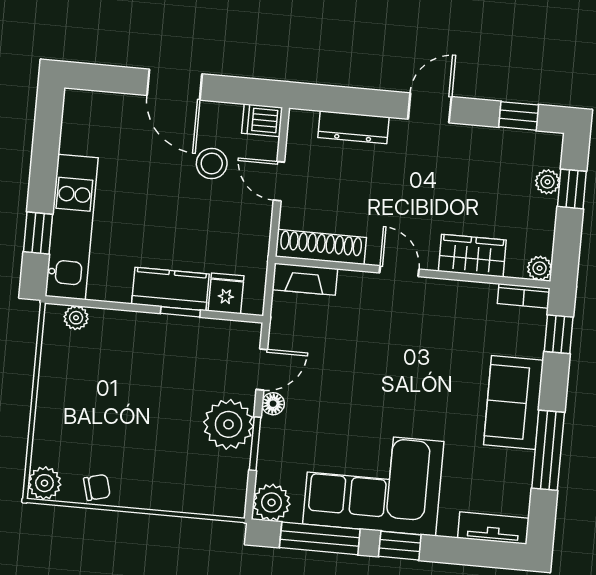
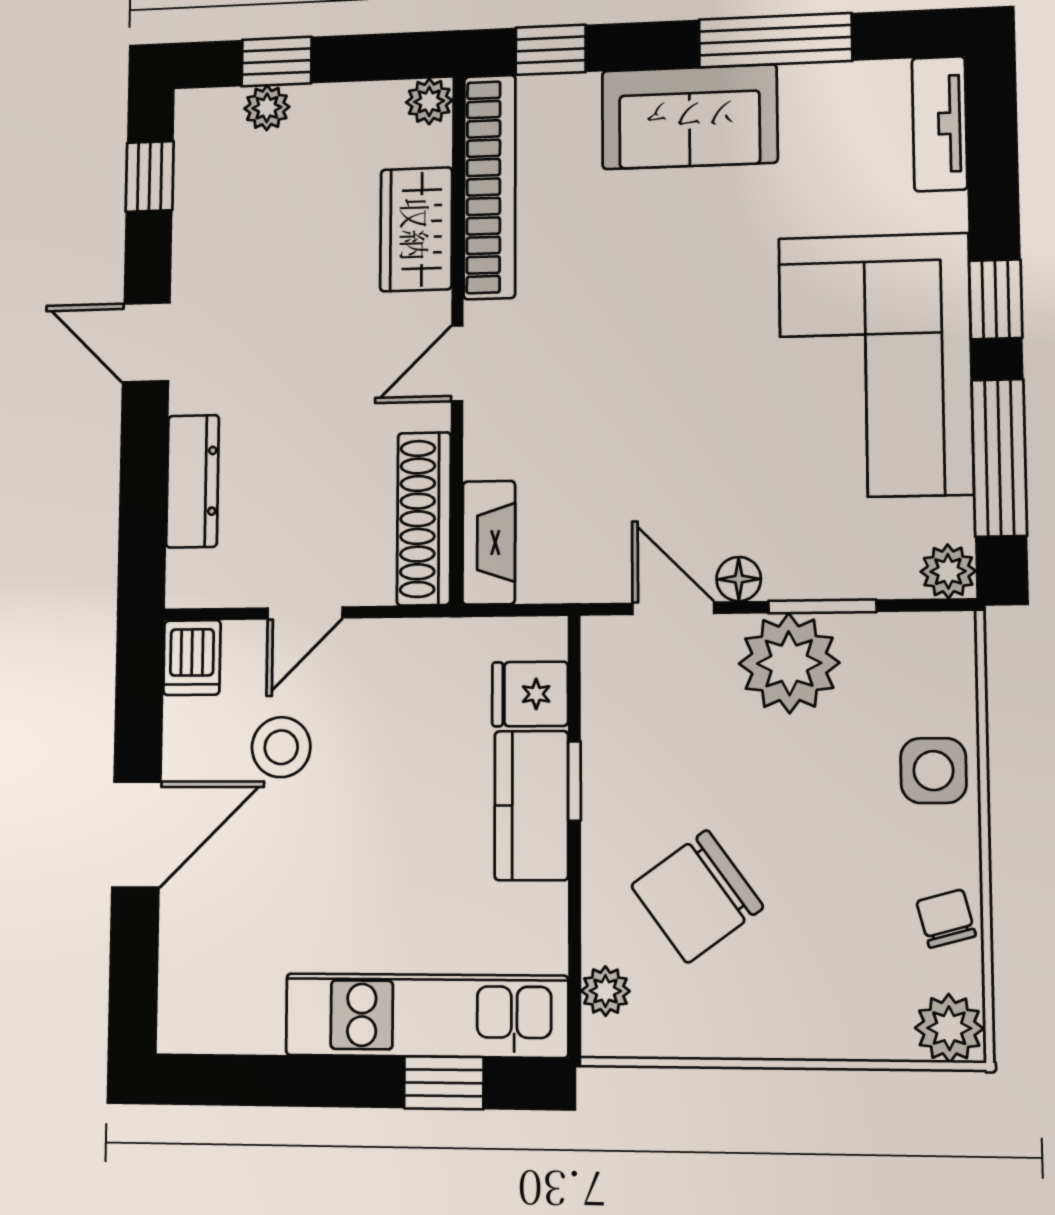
bookcase: (524, 296) -> (490, 187), width x2.31, depth x1.31
chair: (118, 367) -> (697, 896), added
side table: (169, 489) -> (933, 771), added
plant: (272, 503) -> (948, 571), width x0.73, depth x0.73

